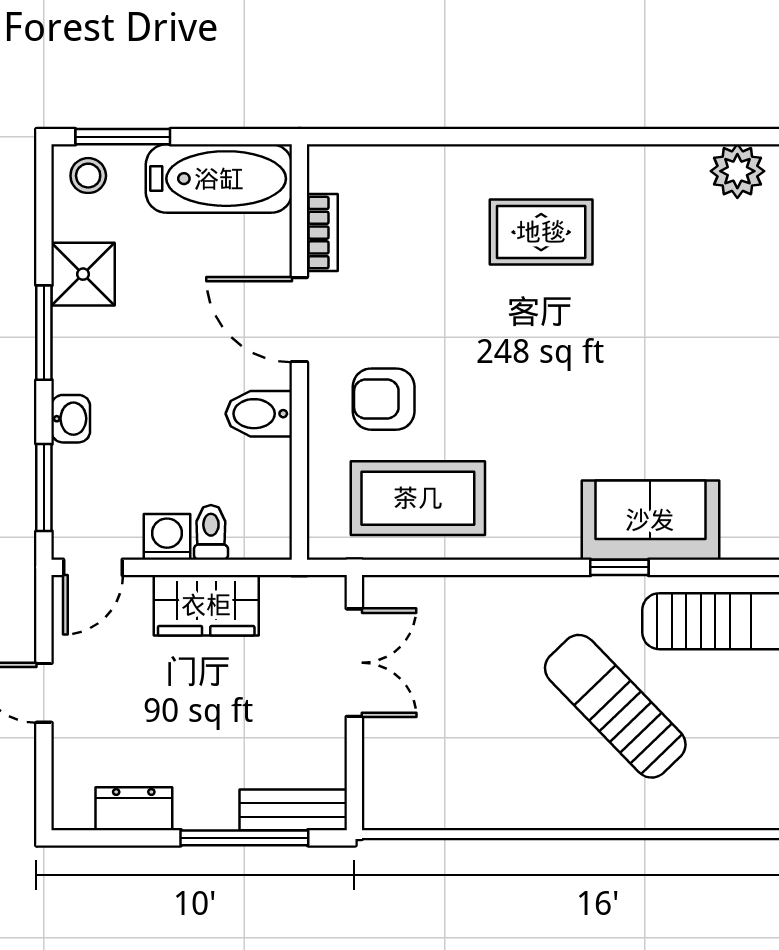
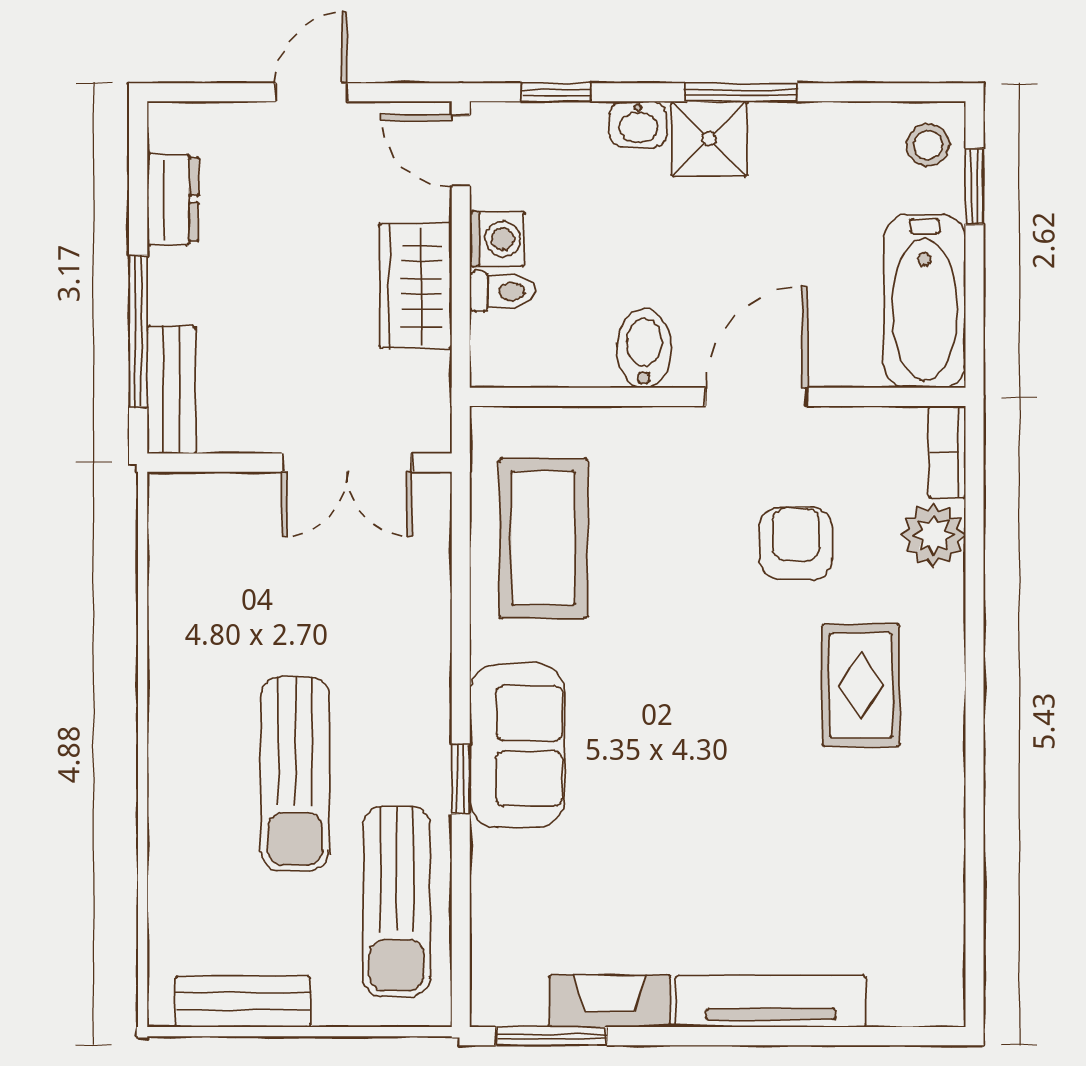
window: (123, 137) -> (975, 186), width x0.67
plant: (737, 171) -> (933, 535), moved
bookcase: (322, 233) -> (947, 452), moved, turned 90
shower: (83, 274) -> (709, 139), moved
armchair: (384, 399) -> (796, 543), moved
window: (44, 488) -> (556, 92), width x0.67
sofa: (650, 520) -> (517, 746), moved
sun lounger: (615, 706) -> (295, 774), turned 134

